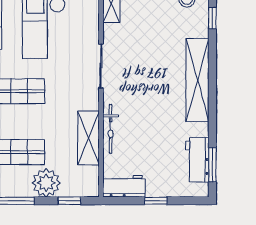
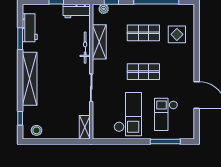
window: (212, 165) -> (20, 39), moved
plant: (46, 183) -> (104, 9), moved, width x0.53, depth x0.53

